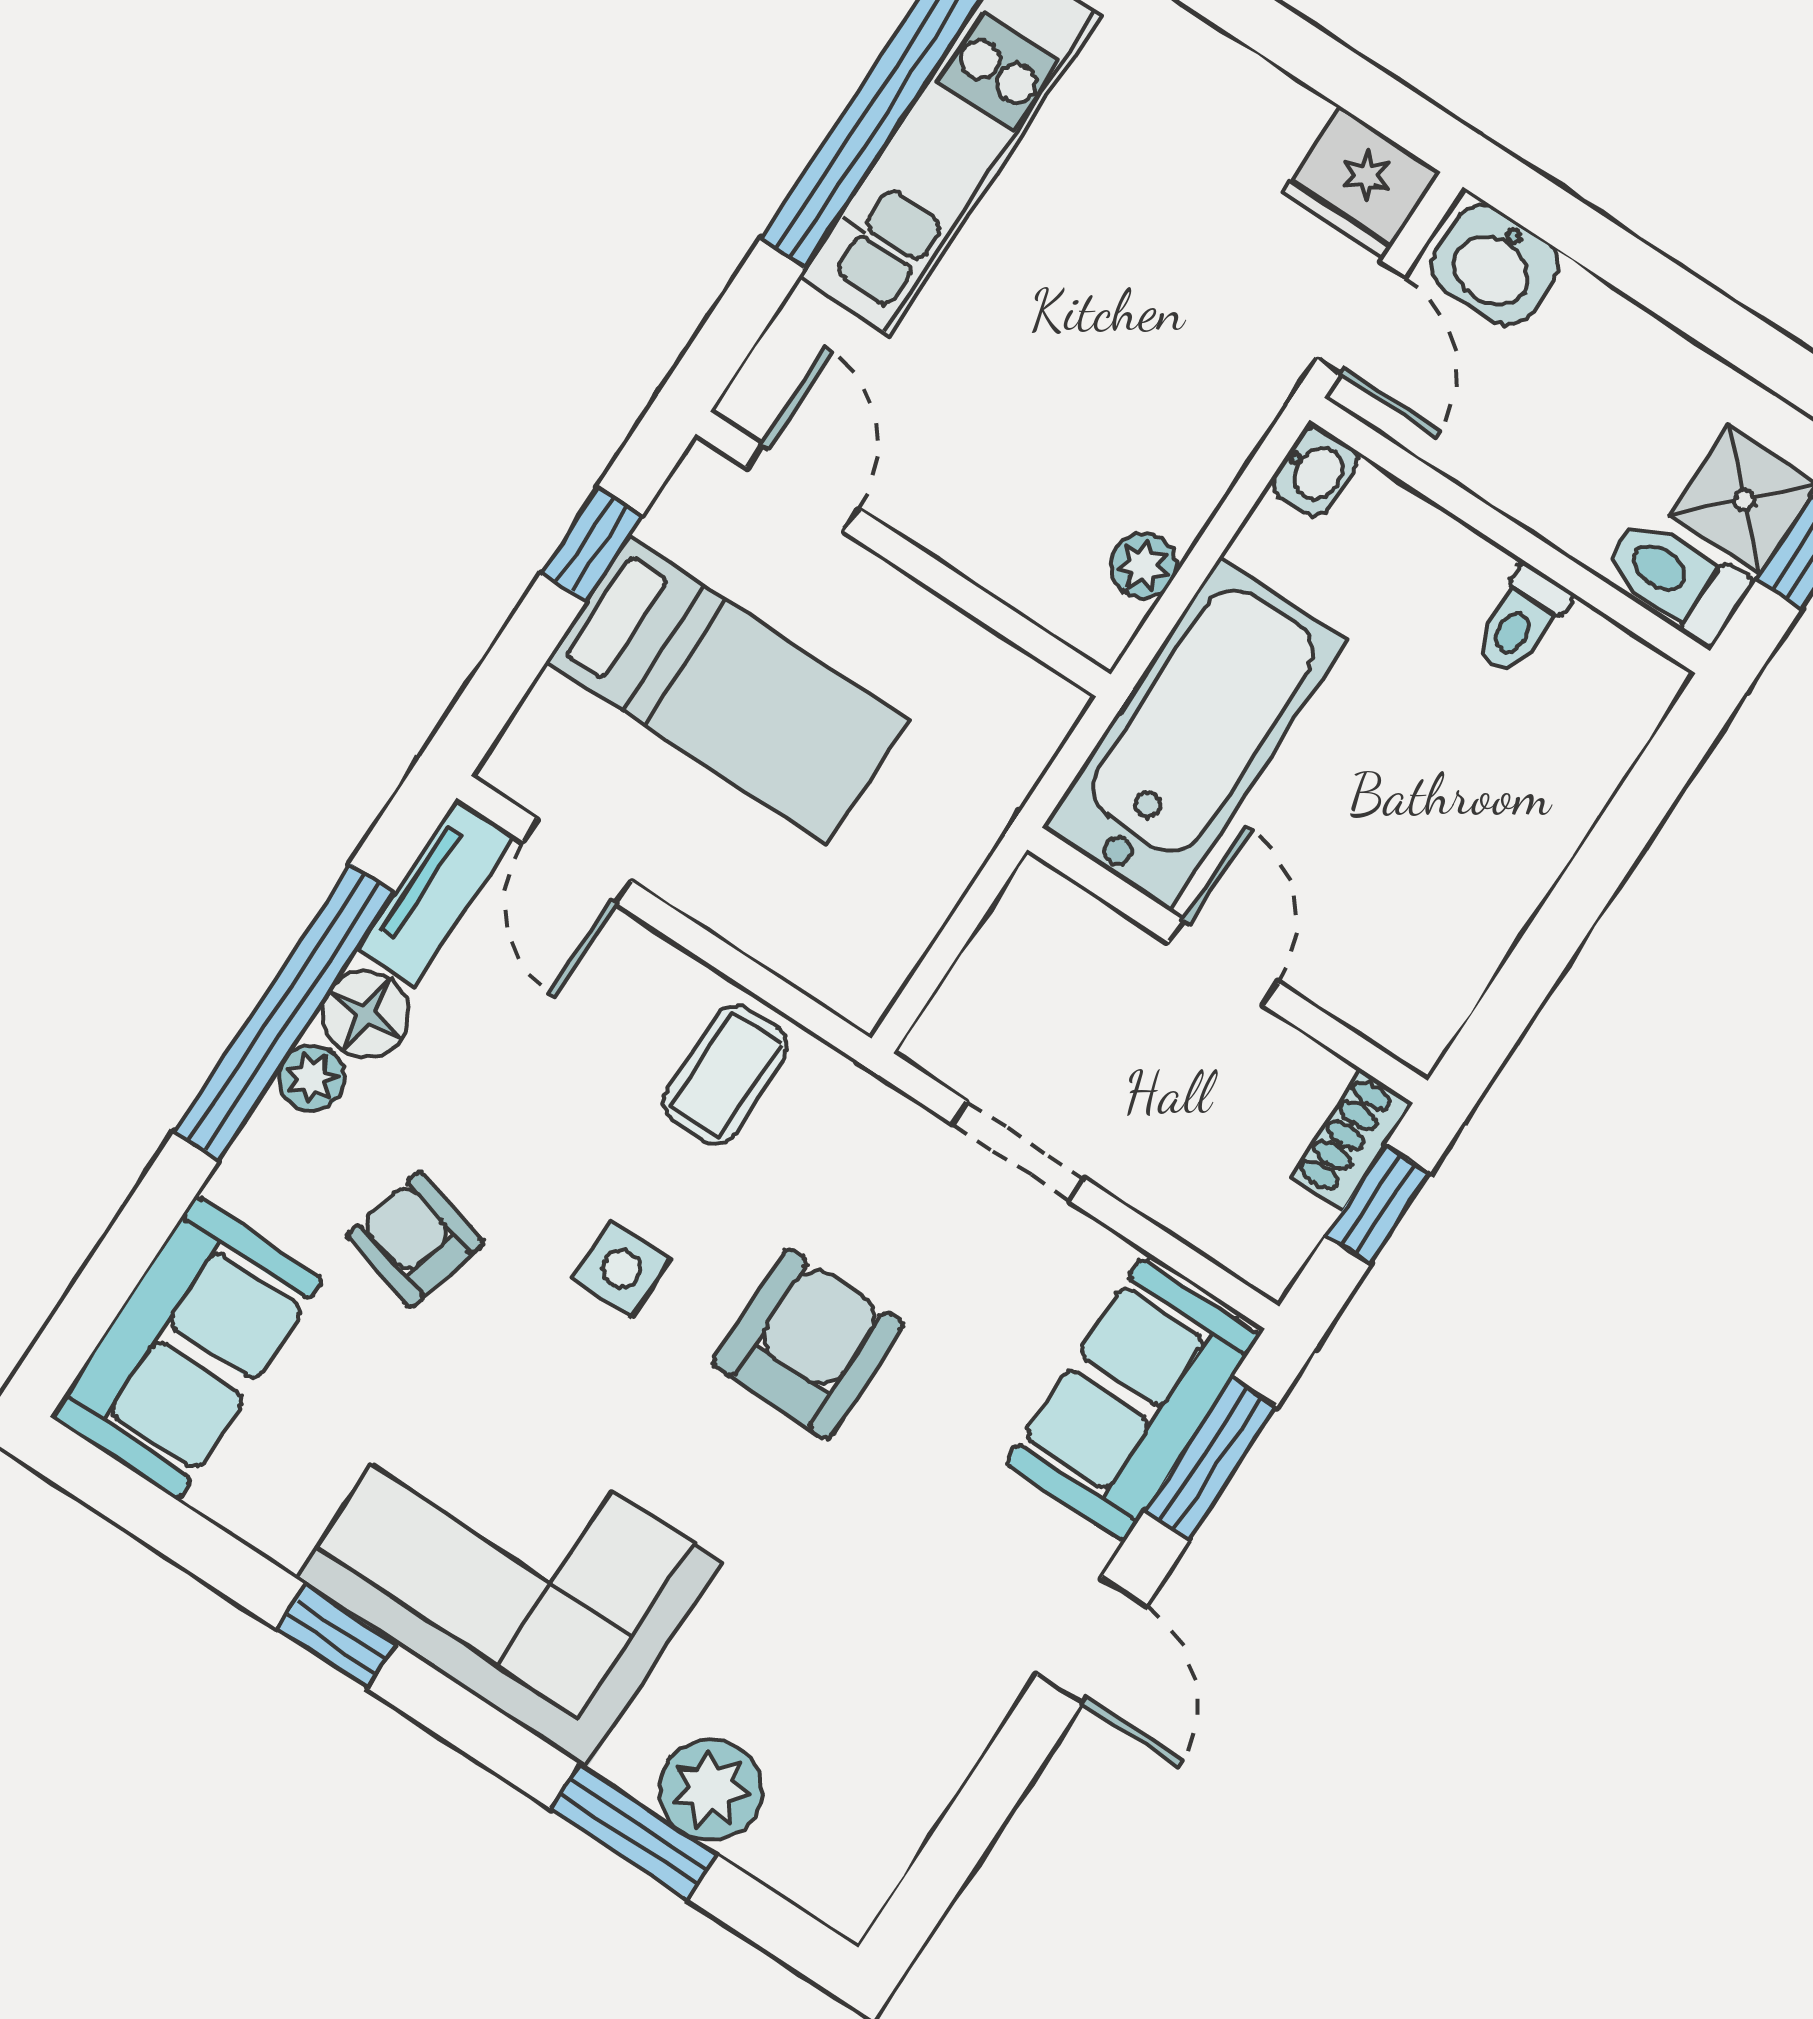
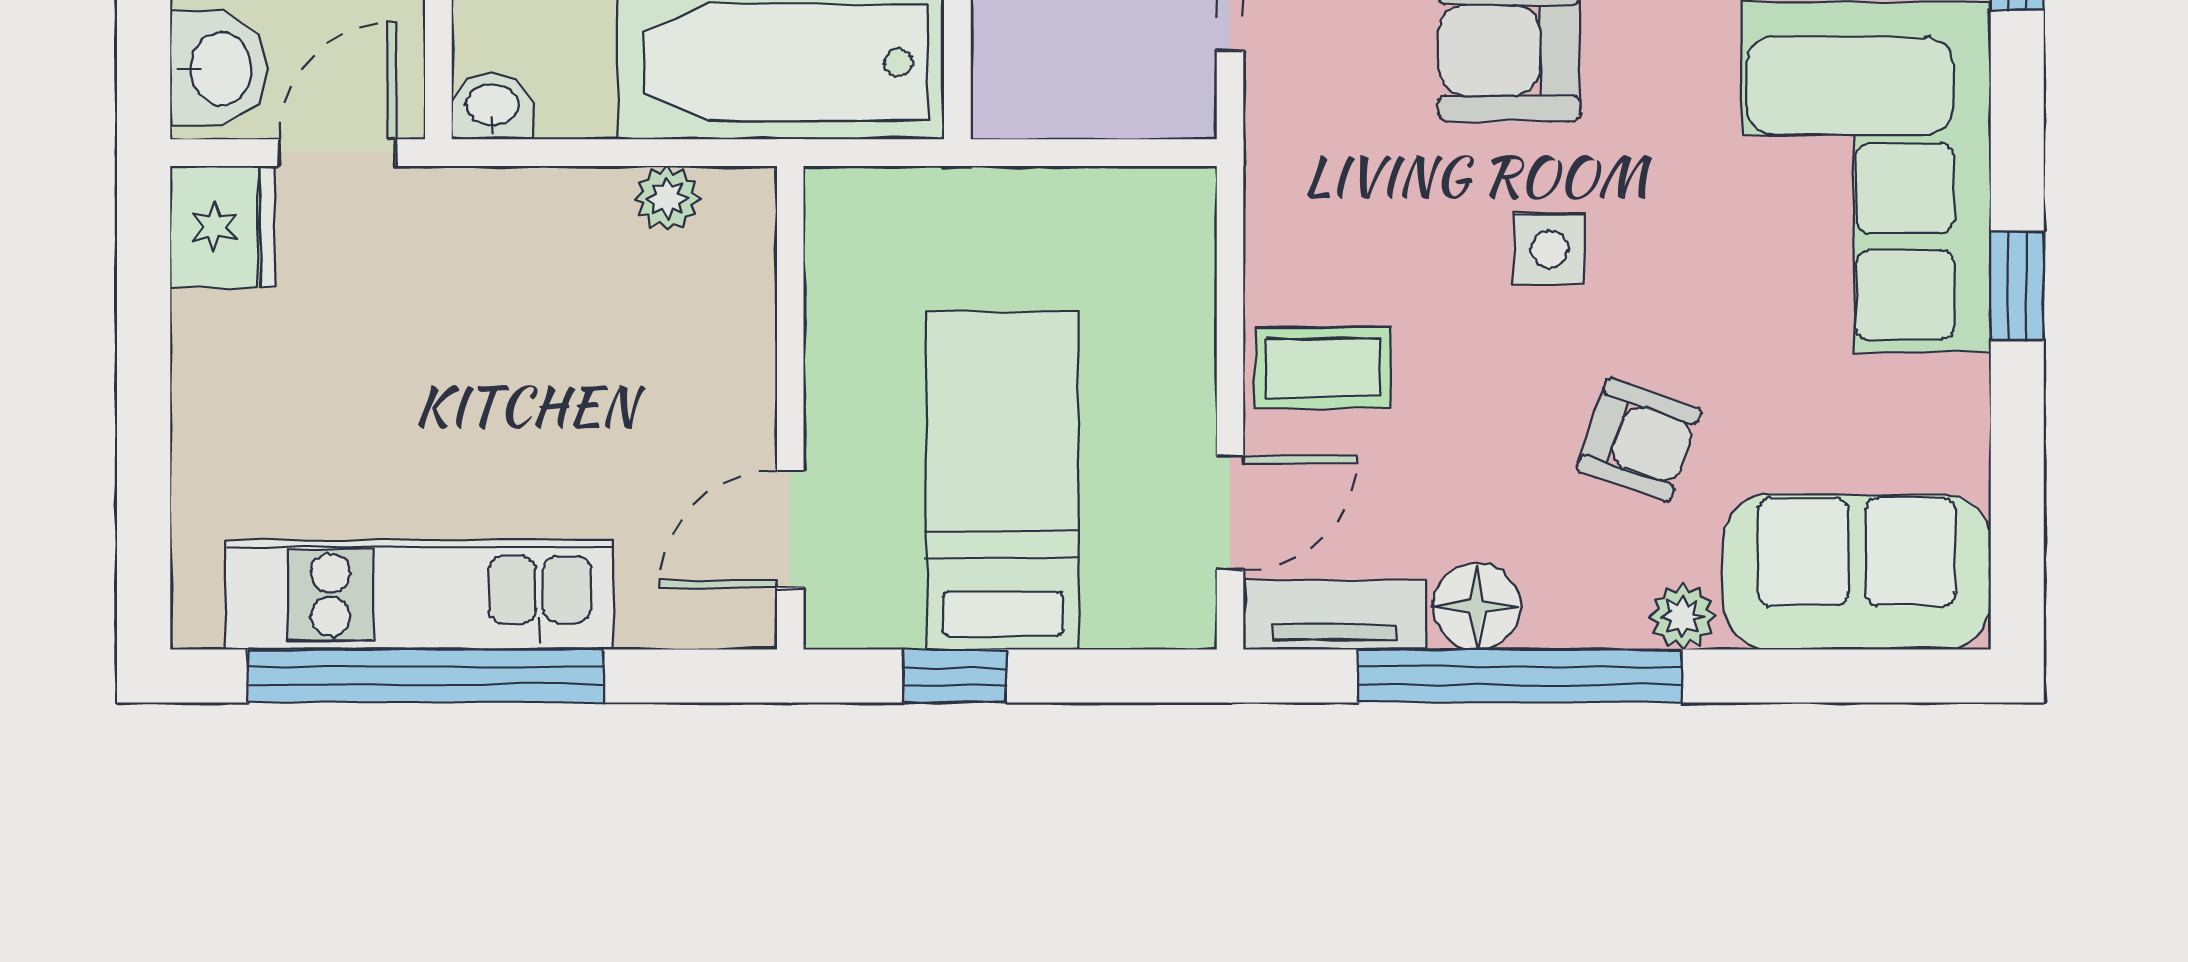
coffee table: (725, 1075) -> (1323, 368), moved
plant: (312, 1078) -> (1683, 617), moved
armchair: (415, 1239) -> (1639, 440), turned -86

